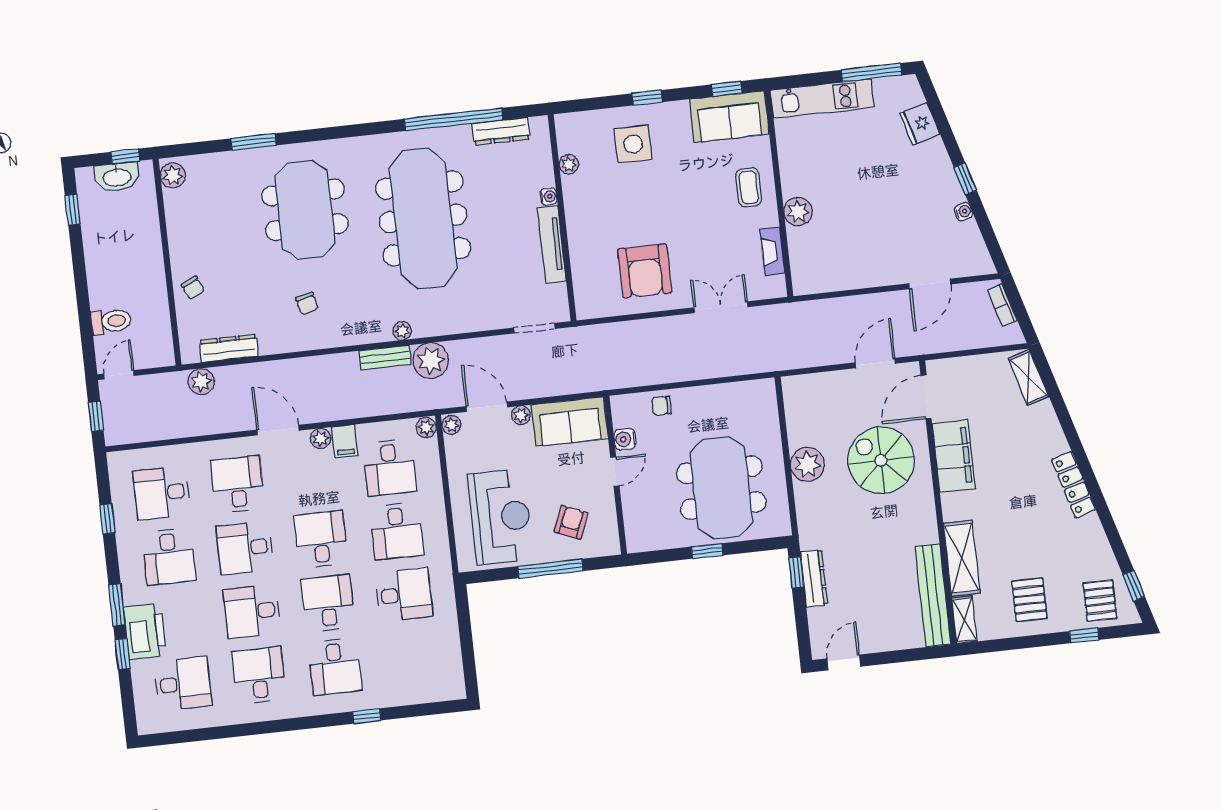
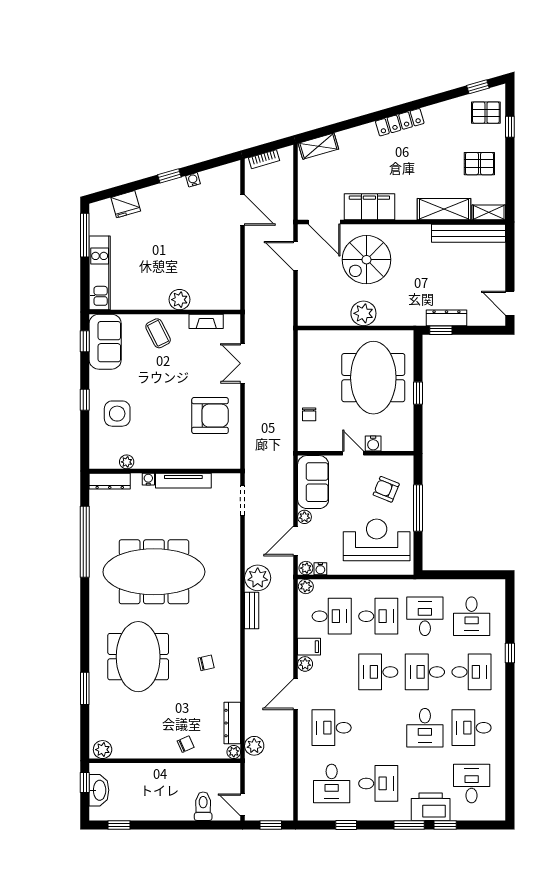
dresser: (501, 131) -> (110, 481), moved, turned 90
coffee table: (749, 187) -> (158, 333), turned 63
meeting table: (305, 210) -> (138, 657), turned 90
plant: (402, 331) -> (234, 752), moved
water cooler: (625, 439) -> (373, 444), moved
water cooler: (453, 445) -> (320, 569), added
meeting table: (721, 488) -> (373, 378), turned 90
desk: (245, 548) -> (472, 616), moved

